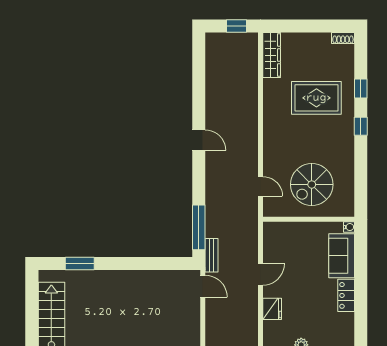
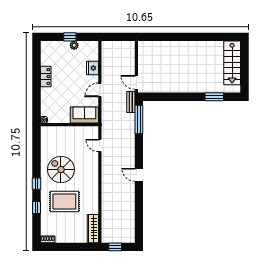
spiral stairs: (312, 185) -> (61, 170), moved, turned -90
sofa: (342, 256) -> (84, 115), moved, turned -90

